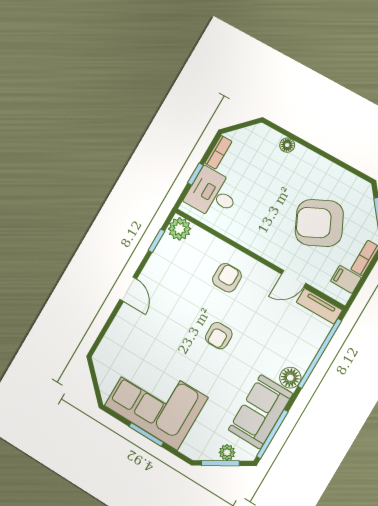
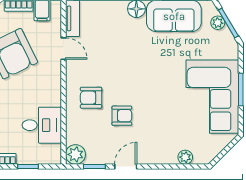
desk: (213, 194) -> (42, 125), moved, turned -90
door: (128, 289) -> (126, 166), moved
armchair: (219, 336) -> (122, 116), moved
plant: (112, 338) -> (185, 157), added

